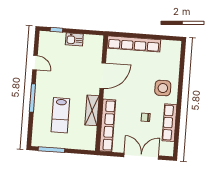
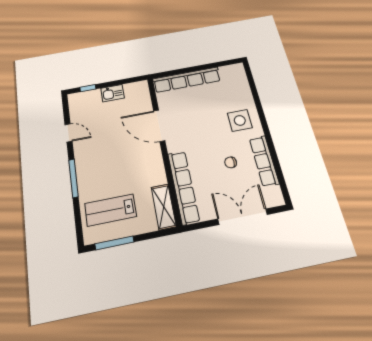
door: (103, 76) -> (159, 126), swing flipped
shelving: (92, 110) -> (164, 207), moved
lab bench: (60, 115) -> (111, 210), moved, turned 90

